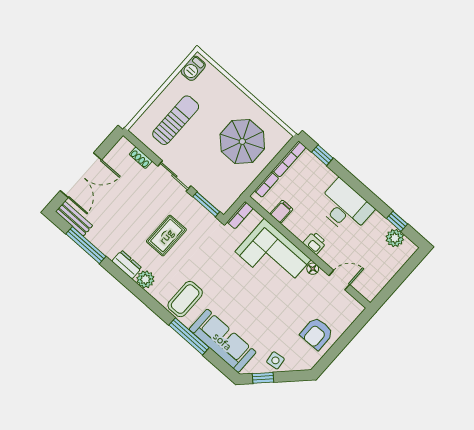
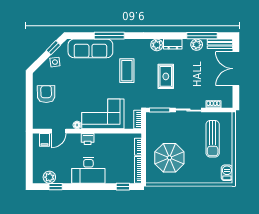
filing cabinet: (281, 212) -> (45, 140), moved
plant: (101, 240) -> (197, 45), added
coffee table: (185, 299) -> (127, 71), moved

